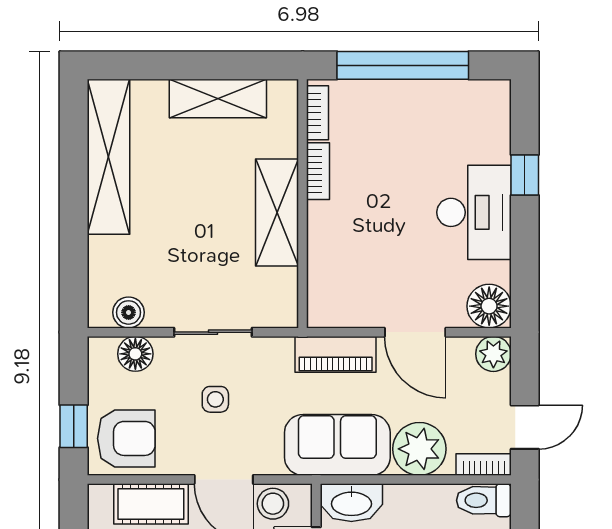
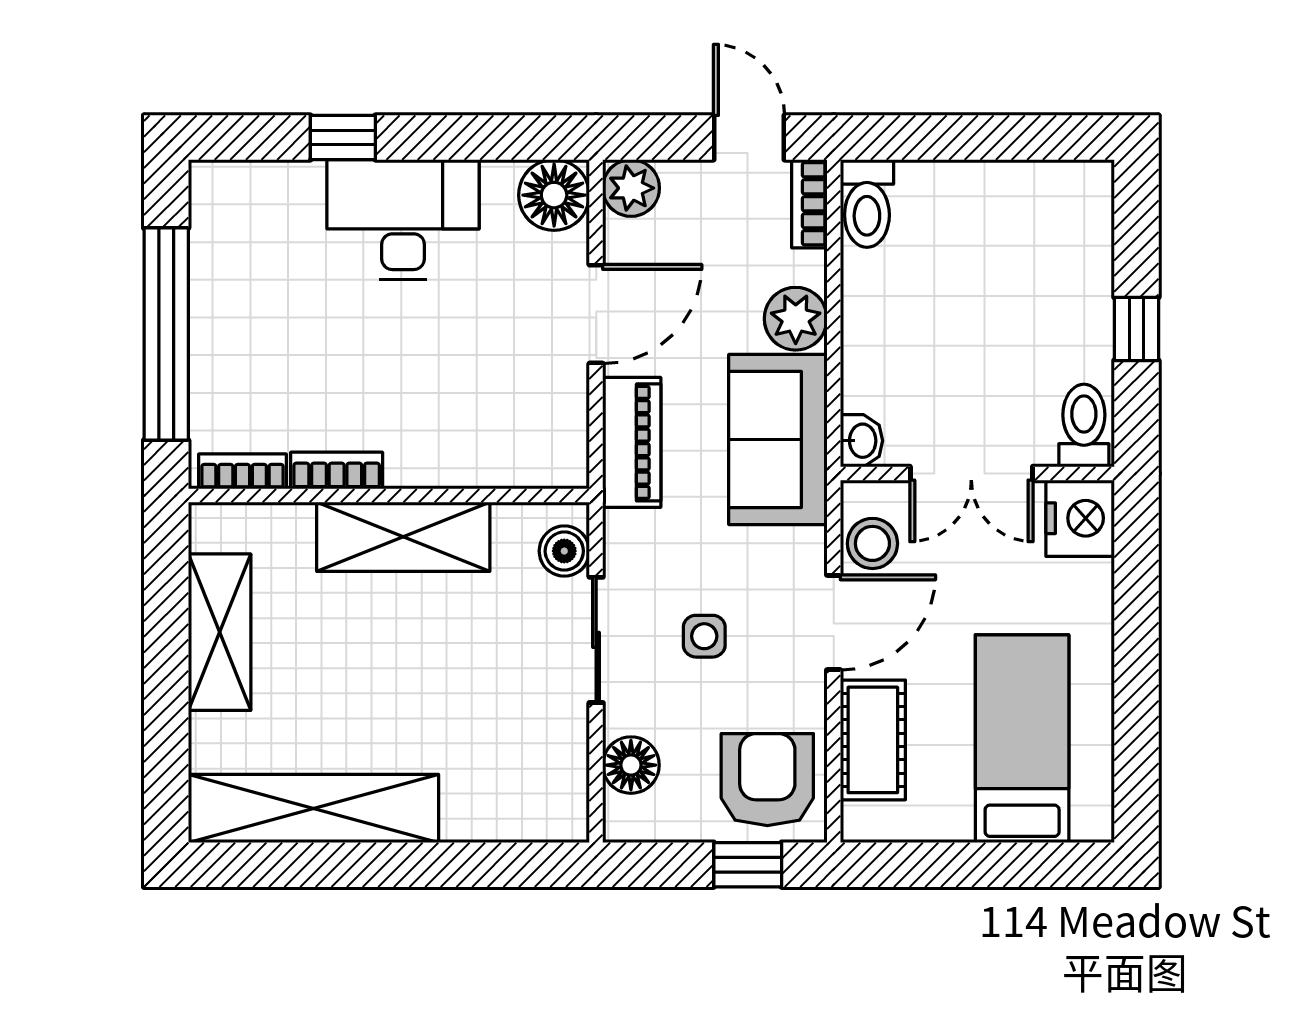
boiler: (129, 312) -> (564, 551), moved
plant: (419, 449) -> (796, 319), width x0.73, depth x0.73
washbasin: (351, 503) -> (861, 441), width x0.52, depth x0.69

